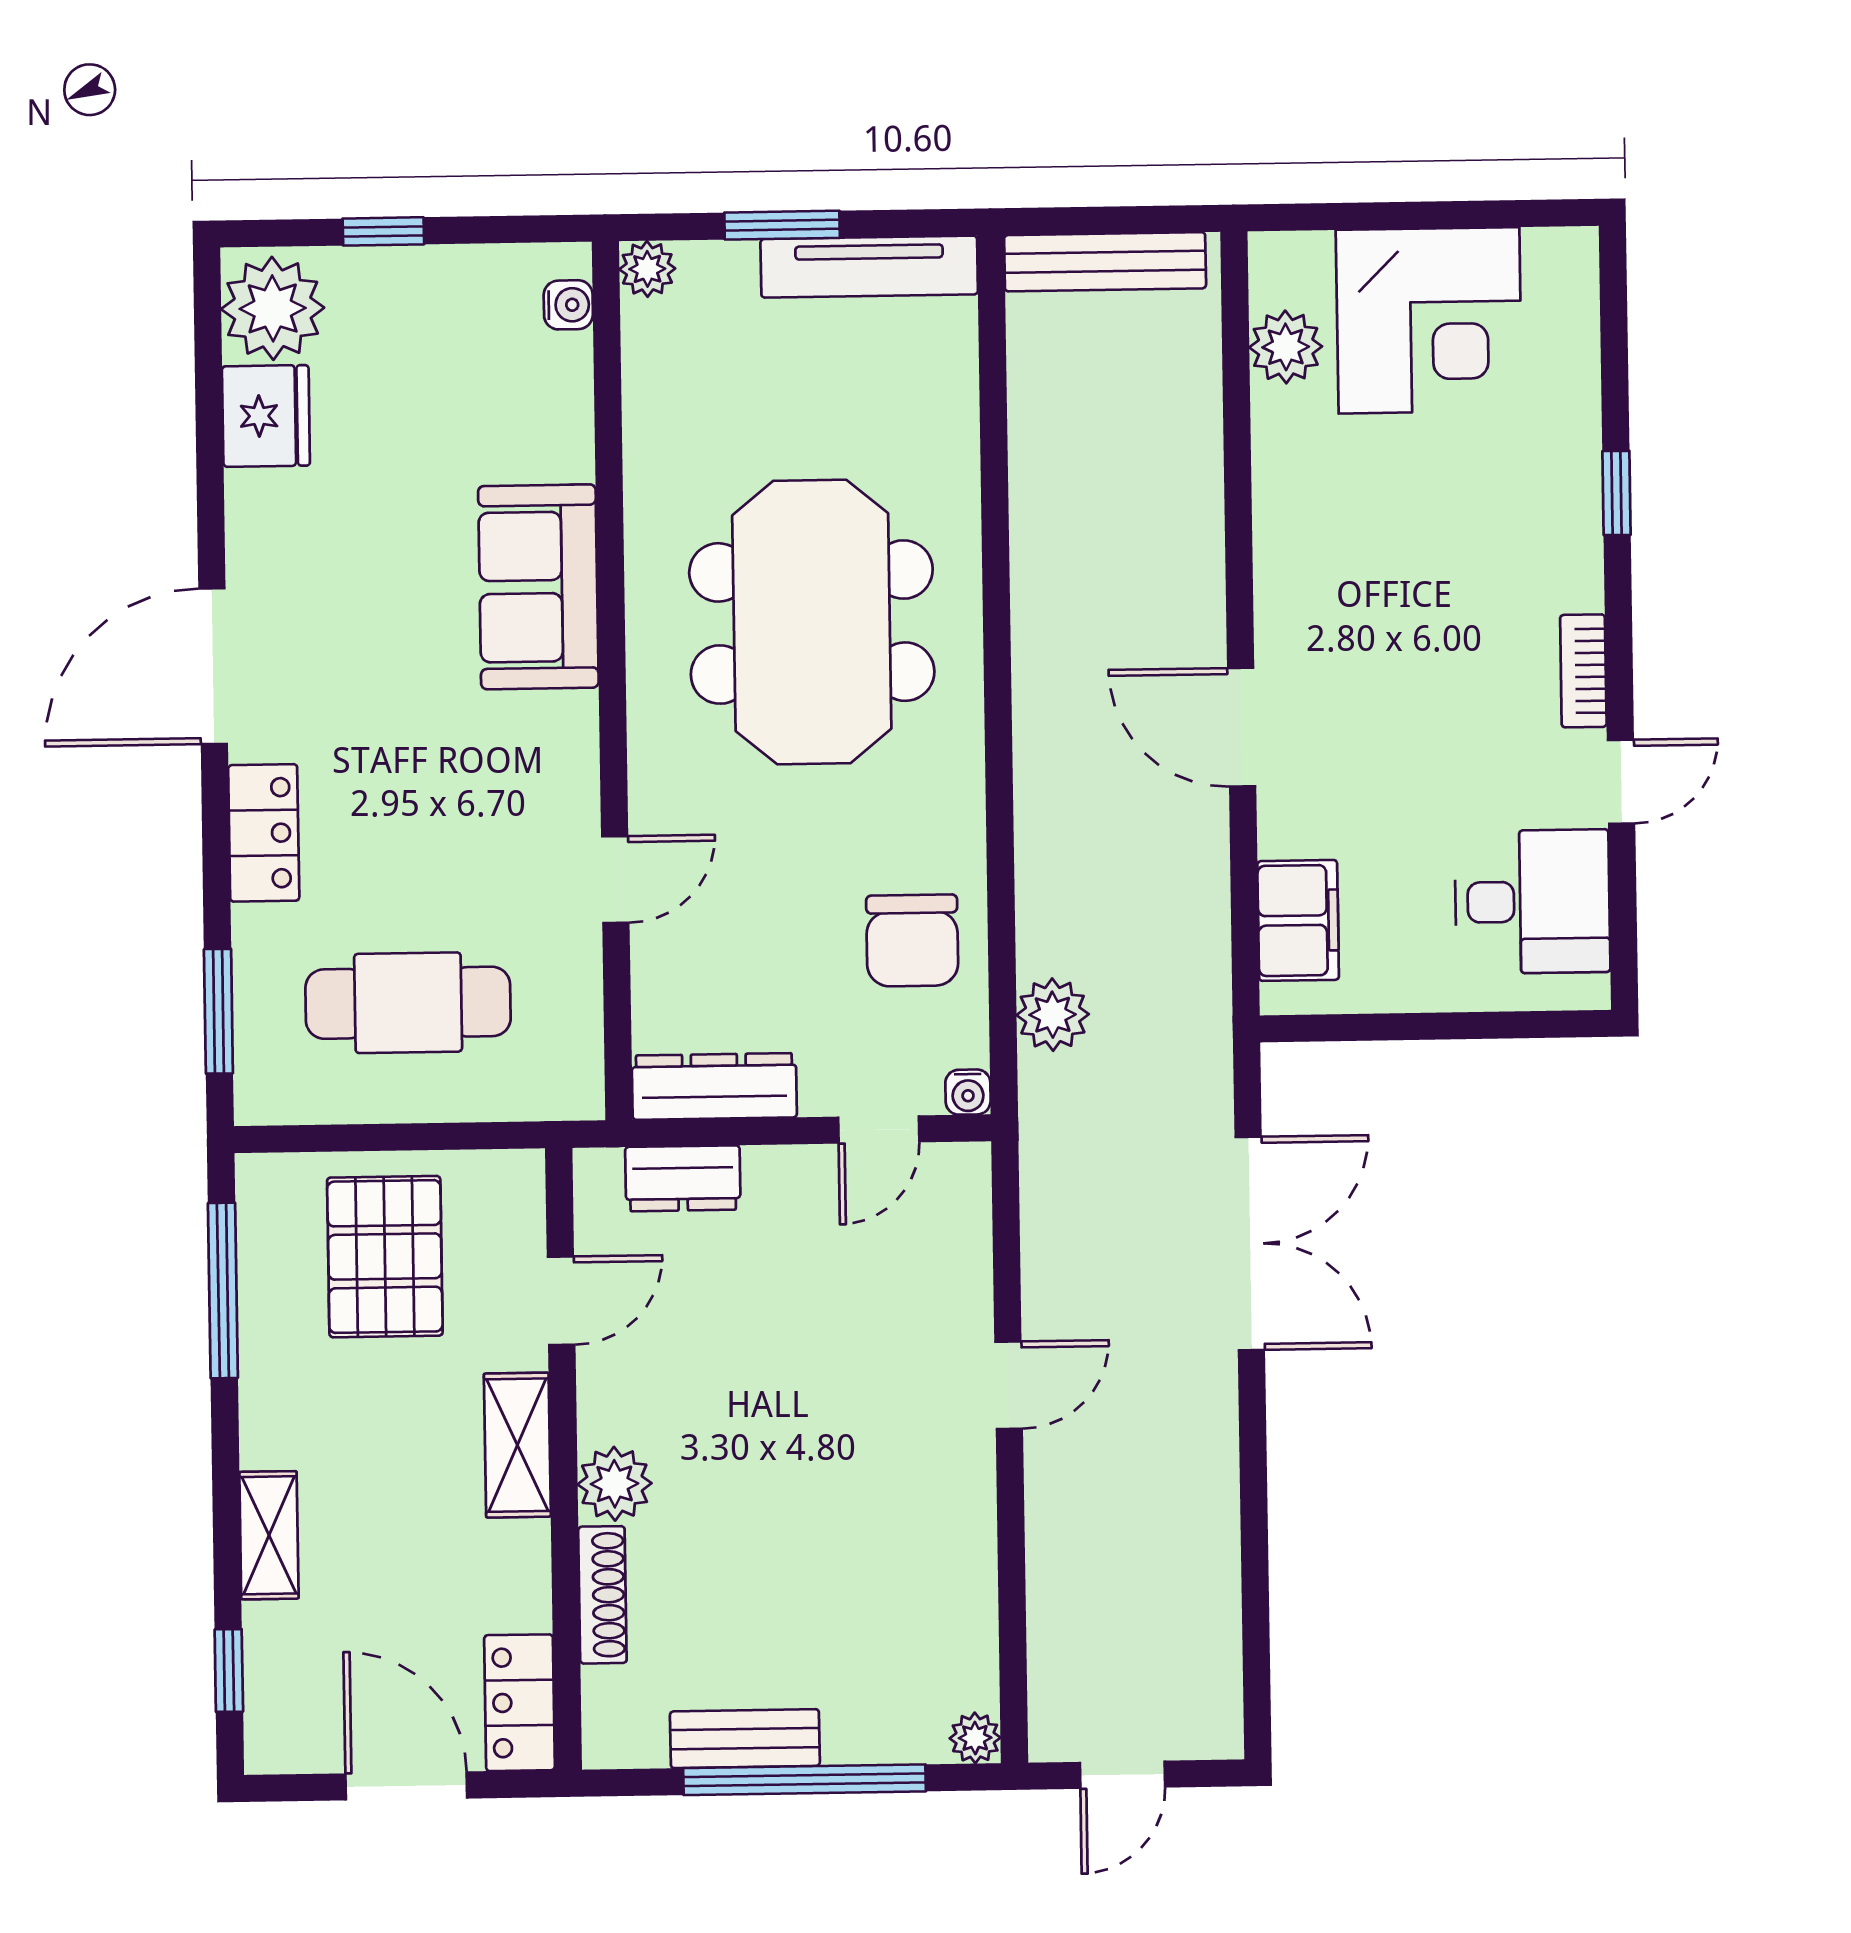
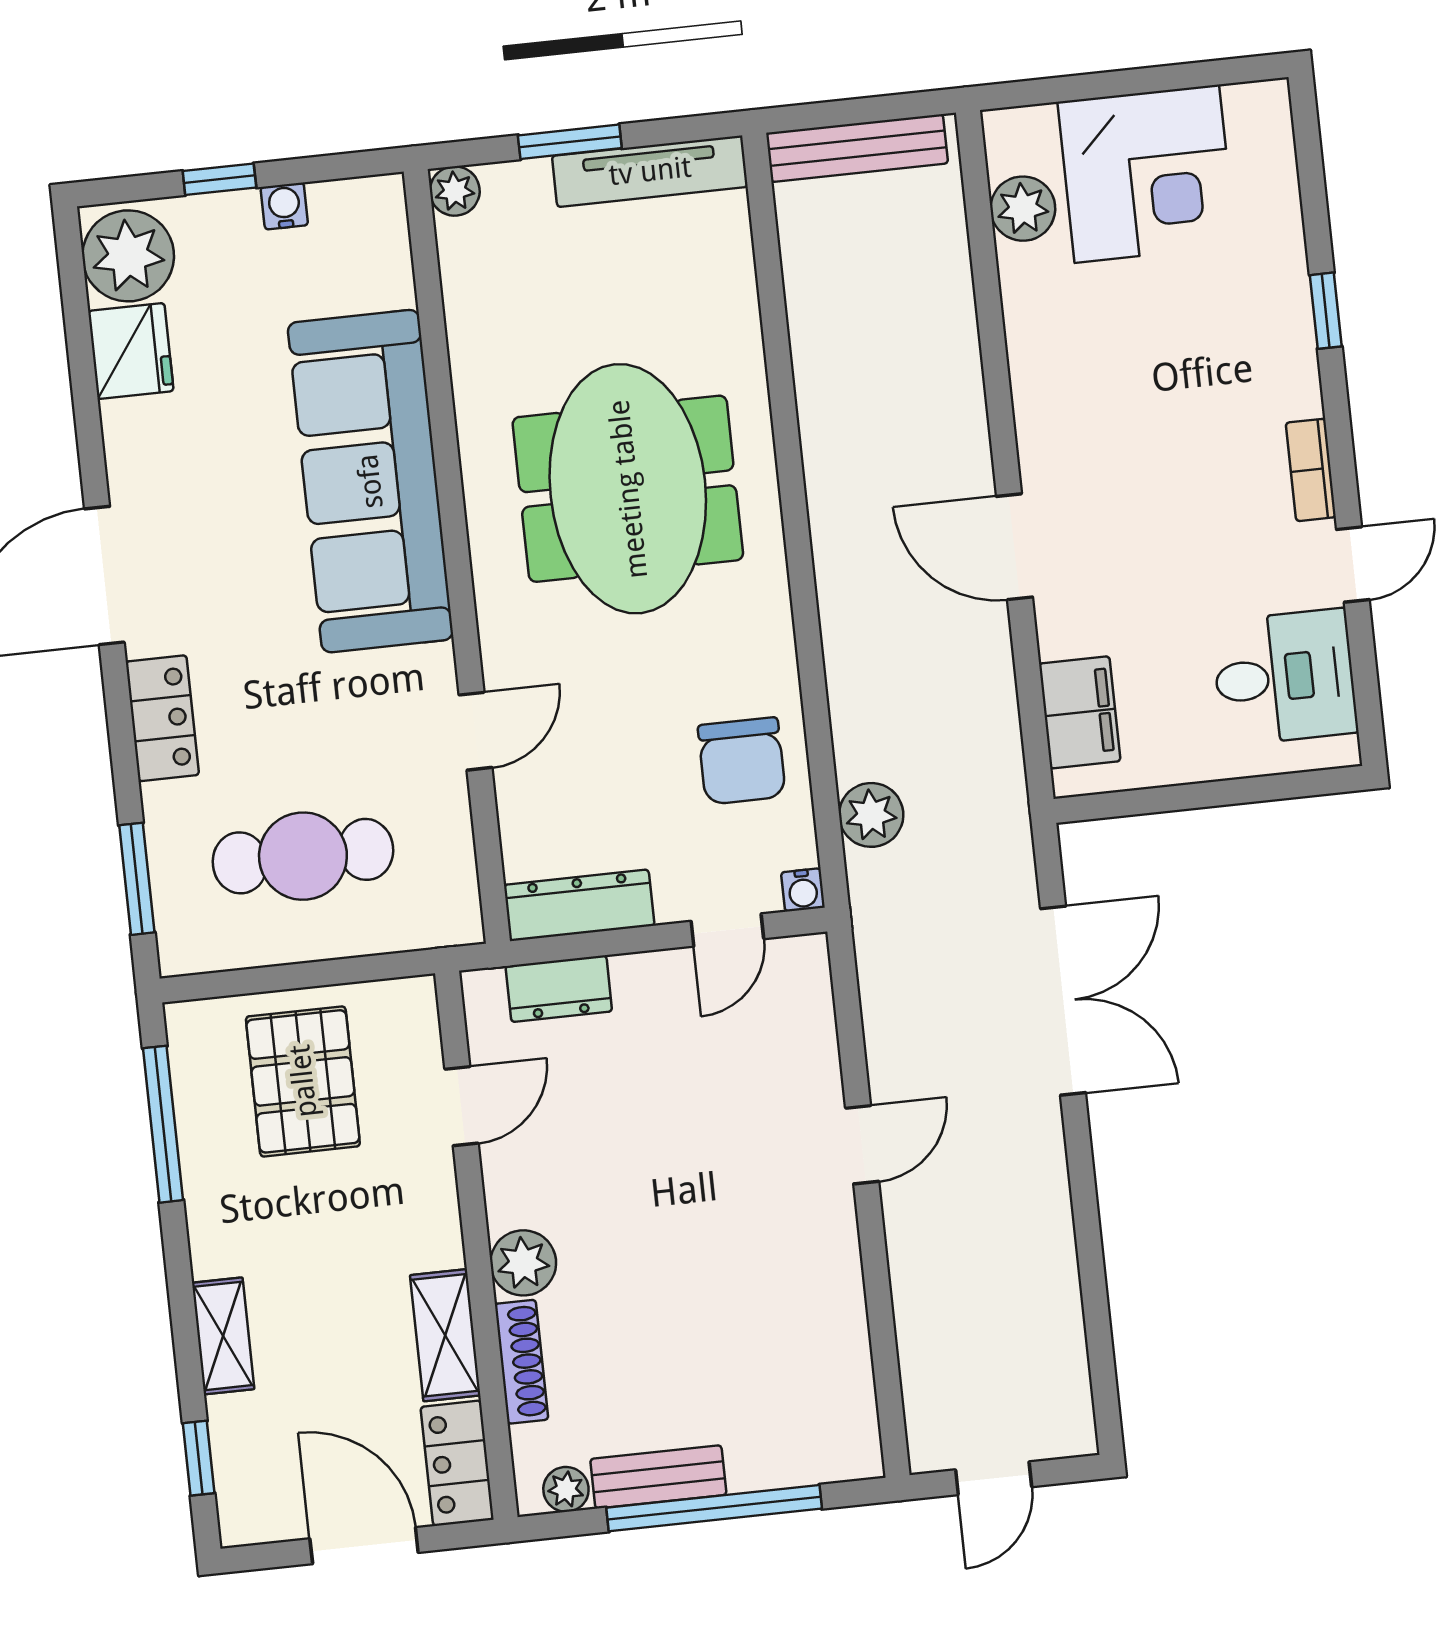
water cooler: (568, 305) -> (284, 206), moved, turned -90
sofa: (538, 587) -> (370, 481), width x1.85, depth x1.27
shelving: (517, 1445) -> (445, 1335), moved
plant: (975, 1738) -> (566, 1489), moved

